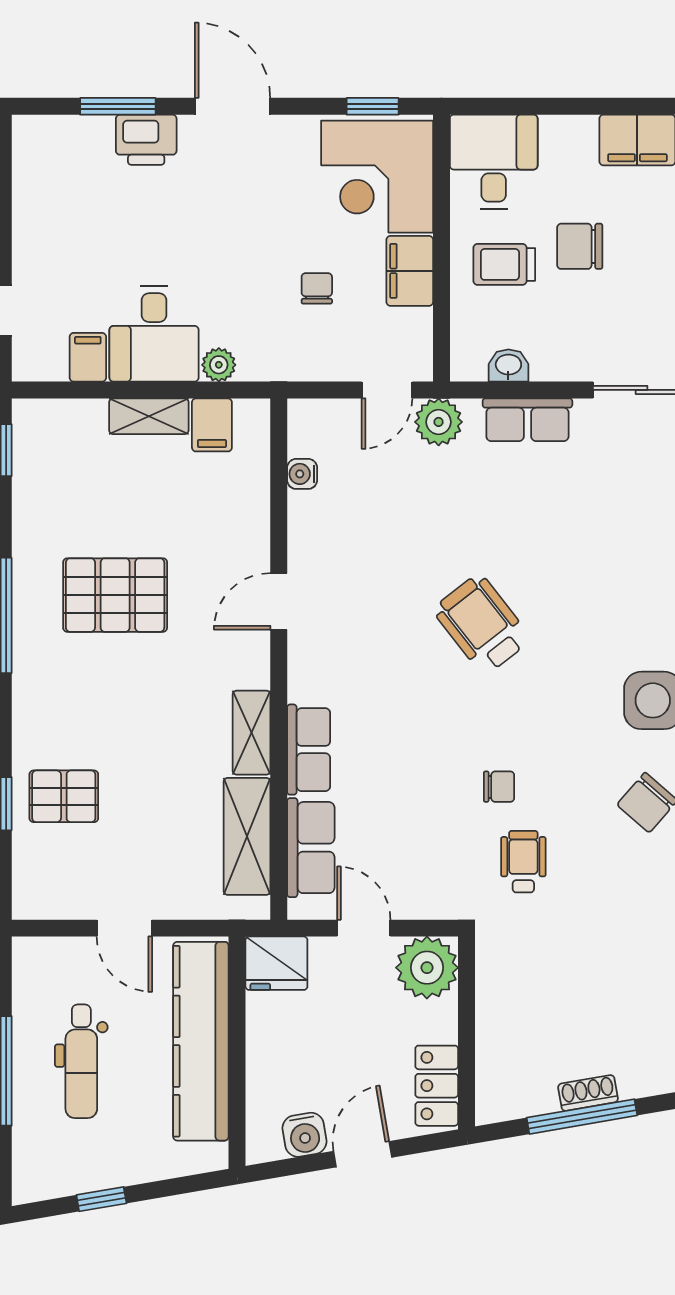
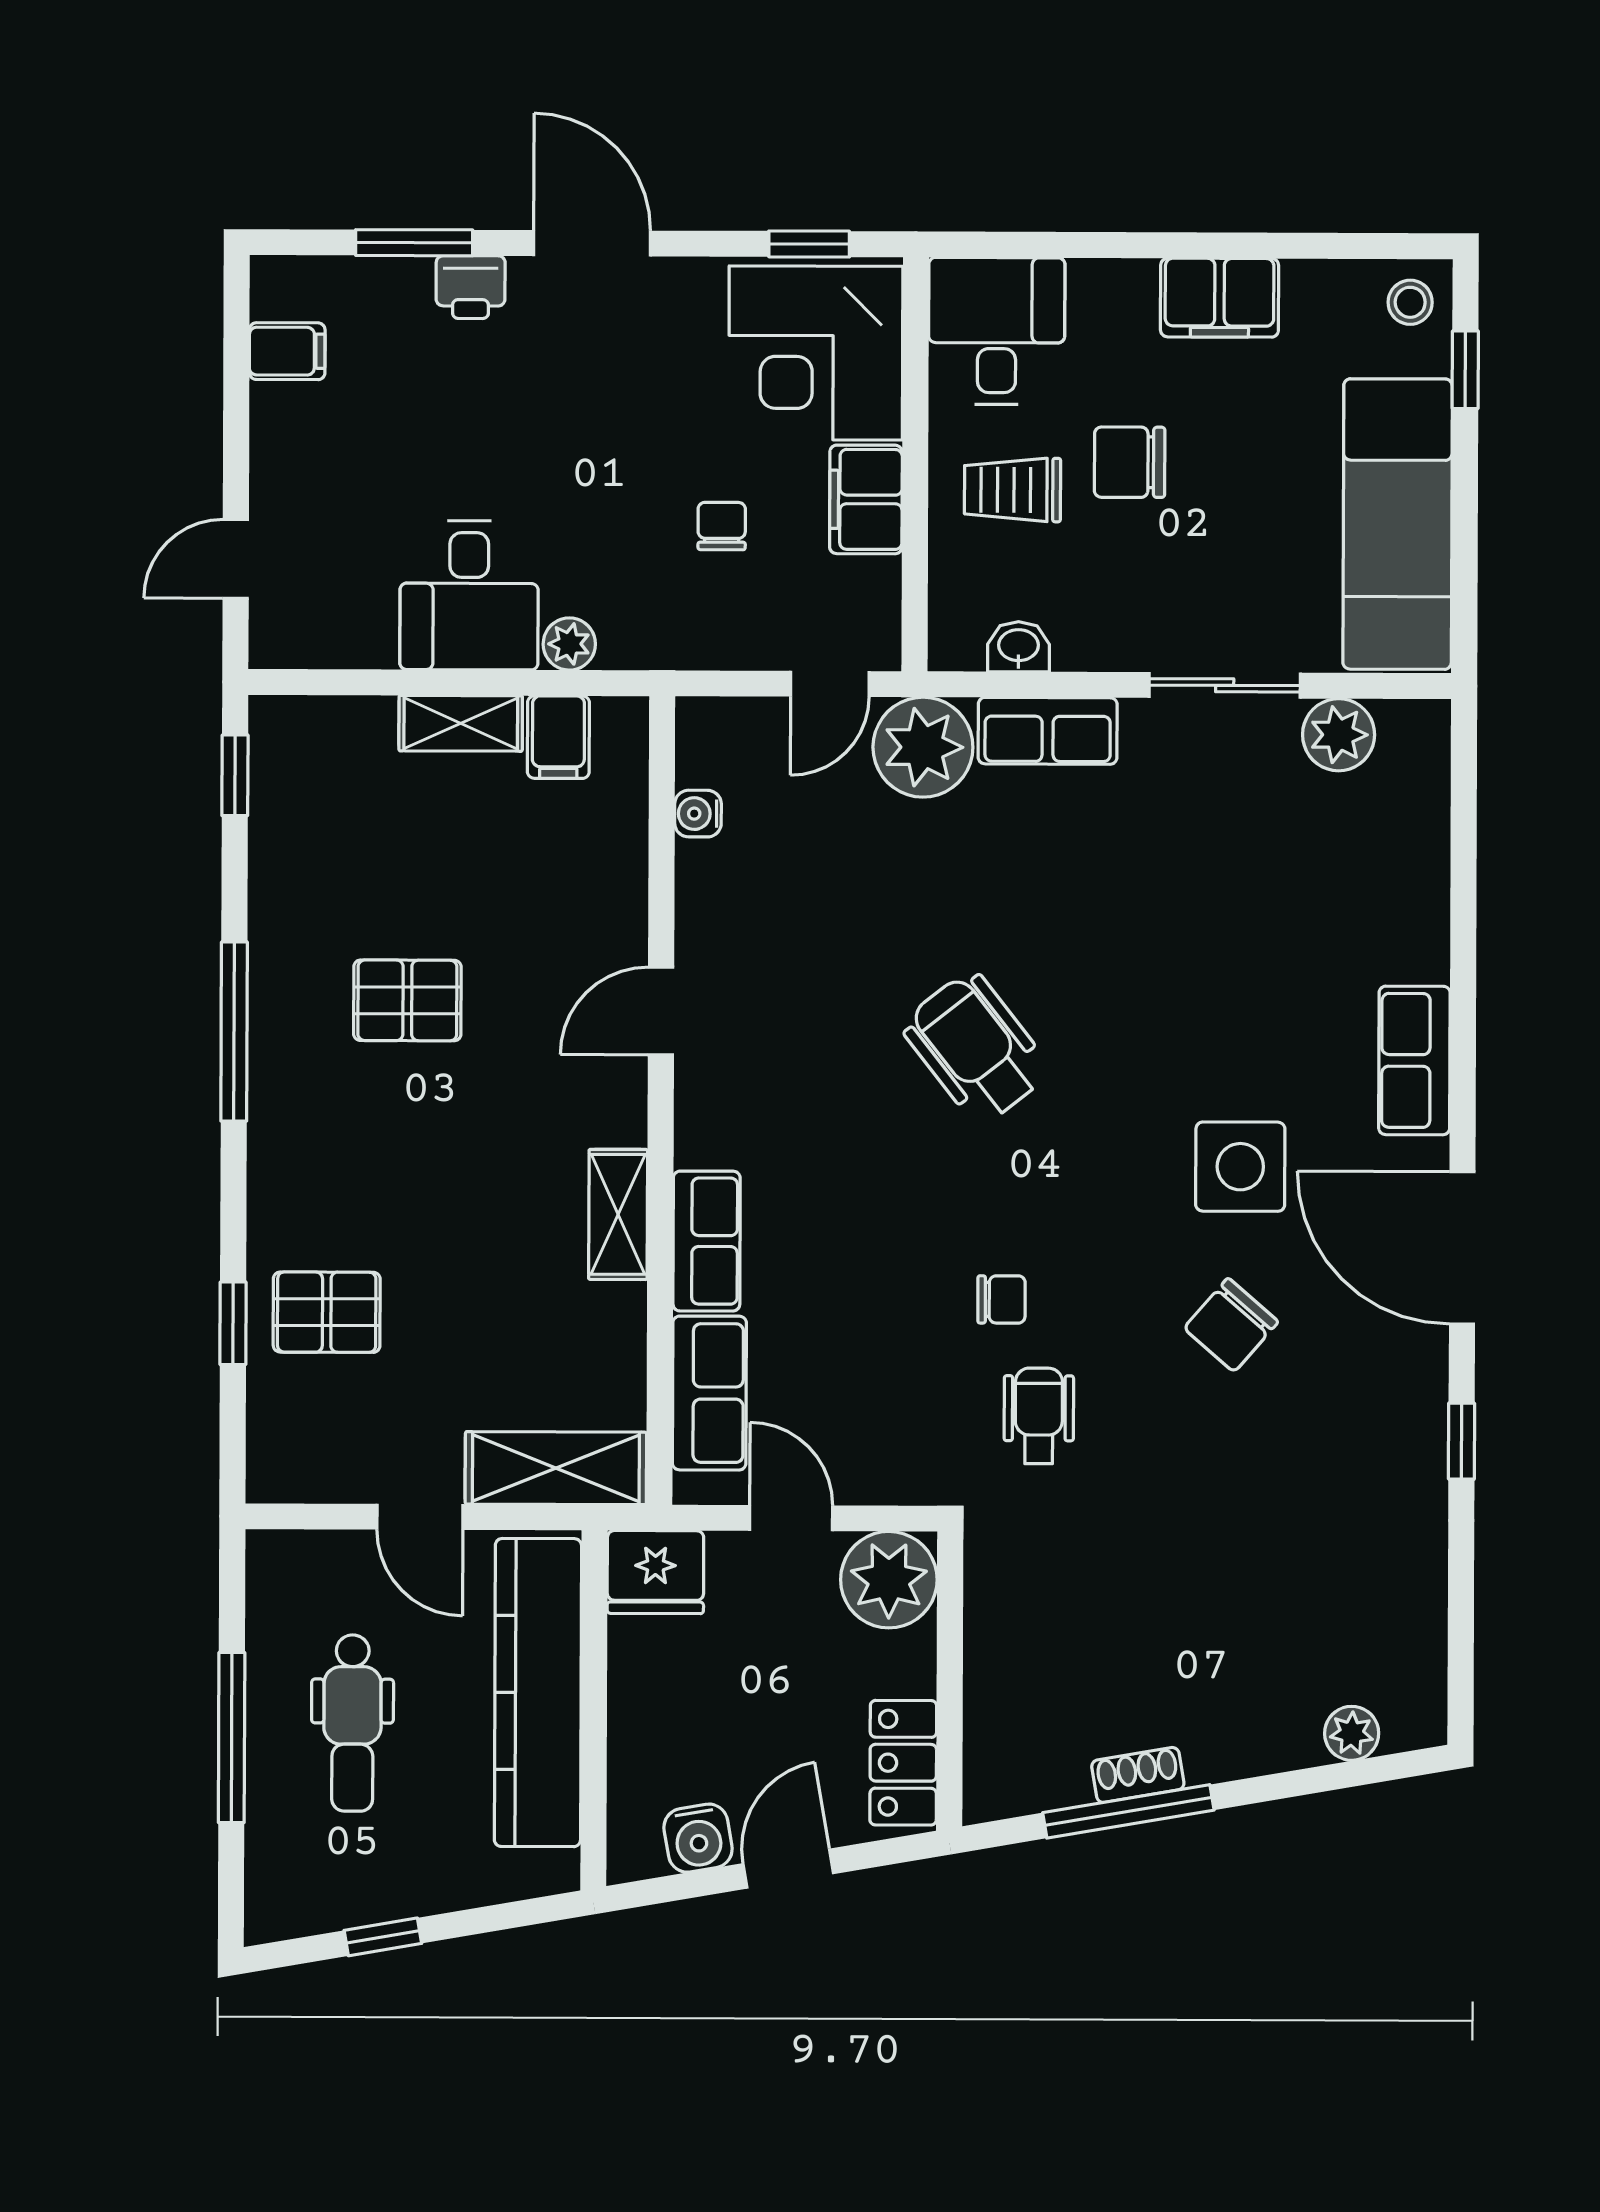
printer: (146, 140) -> (471, 287), width x0.73, depth x0.81
filing cabinet: (88, 357) -> (287, 351), moved, turned 90
plant: (439, 422) -> (923, 747), width x1.36, depth x1.36
pallet: (115, 595) -> (407, 1000), width x0.67, depth x0.71
shelving: (247, 836) -> (556, 1468), moved, turned 90

